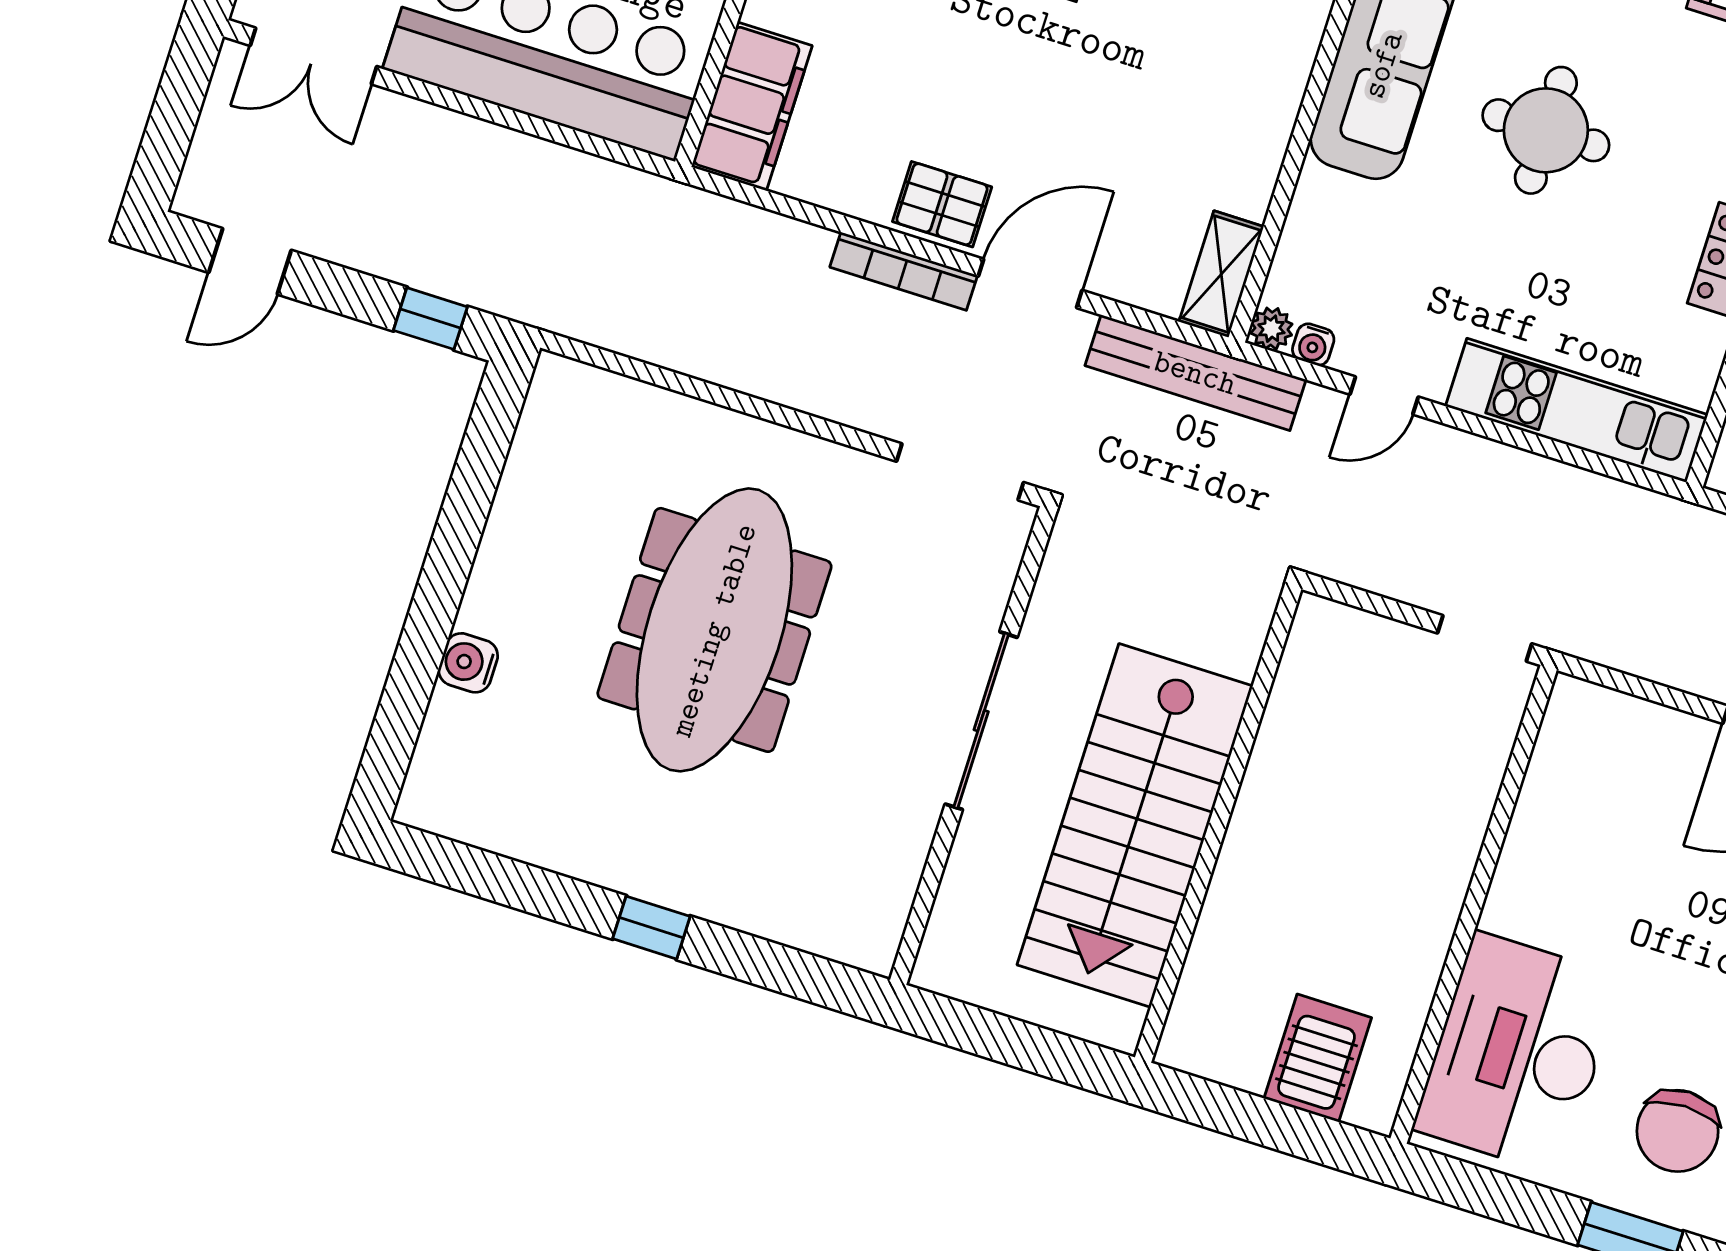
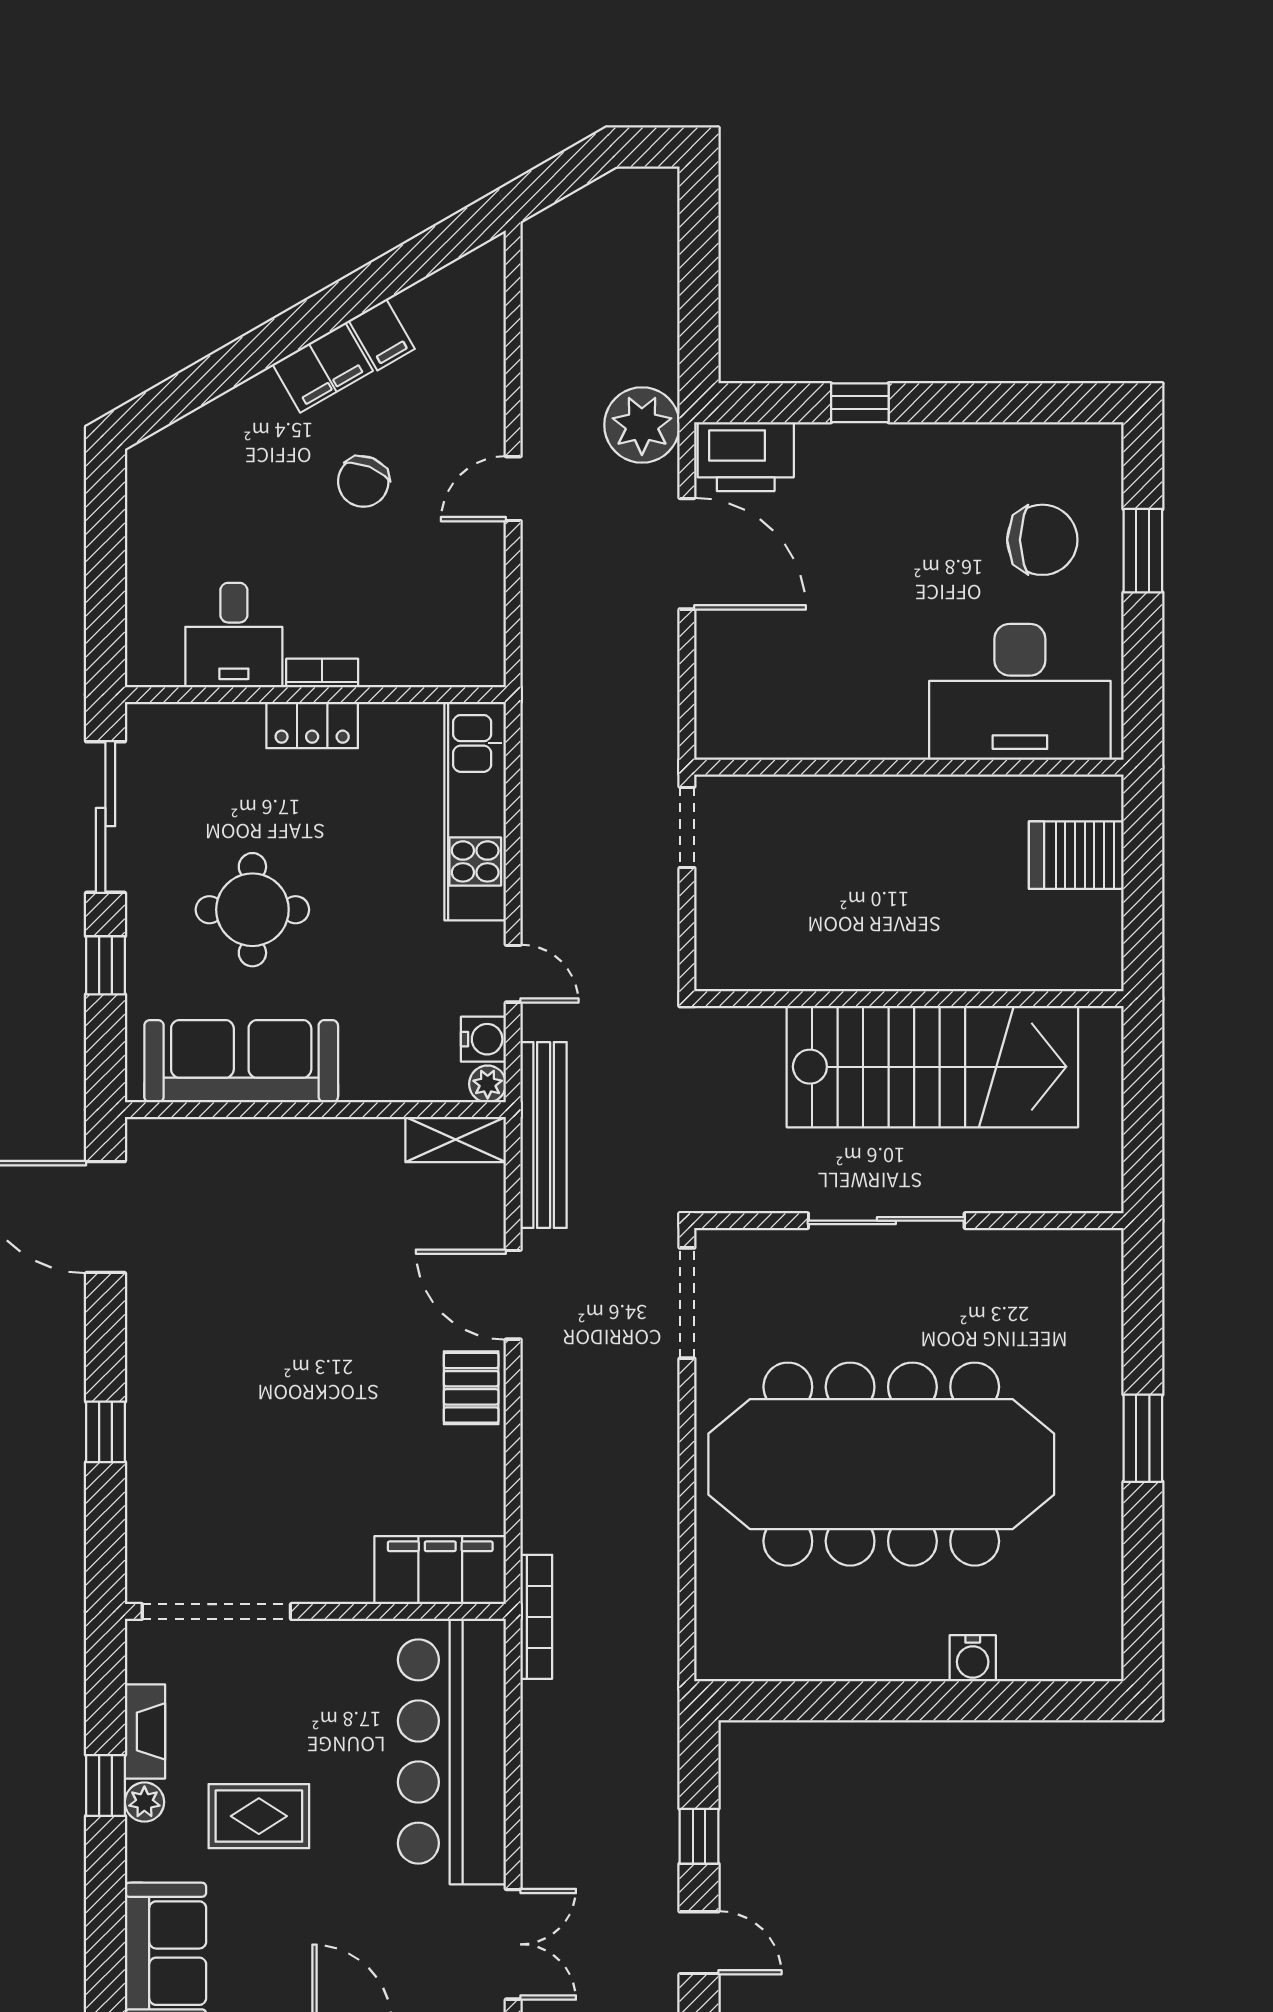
bookcase: (904, 271) -> (536, 1617), moved
window: (430, 319) -> (699, 1836), moved
water cooler: (1313, 345) -> (483, 1039), width x1.38, depth x1.38
meeting table: (714, 630) -> (881, 1464), width x1.36, depth x1.27
window: (651, 928) -> (1143, 1438), width x1.50

